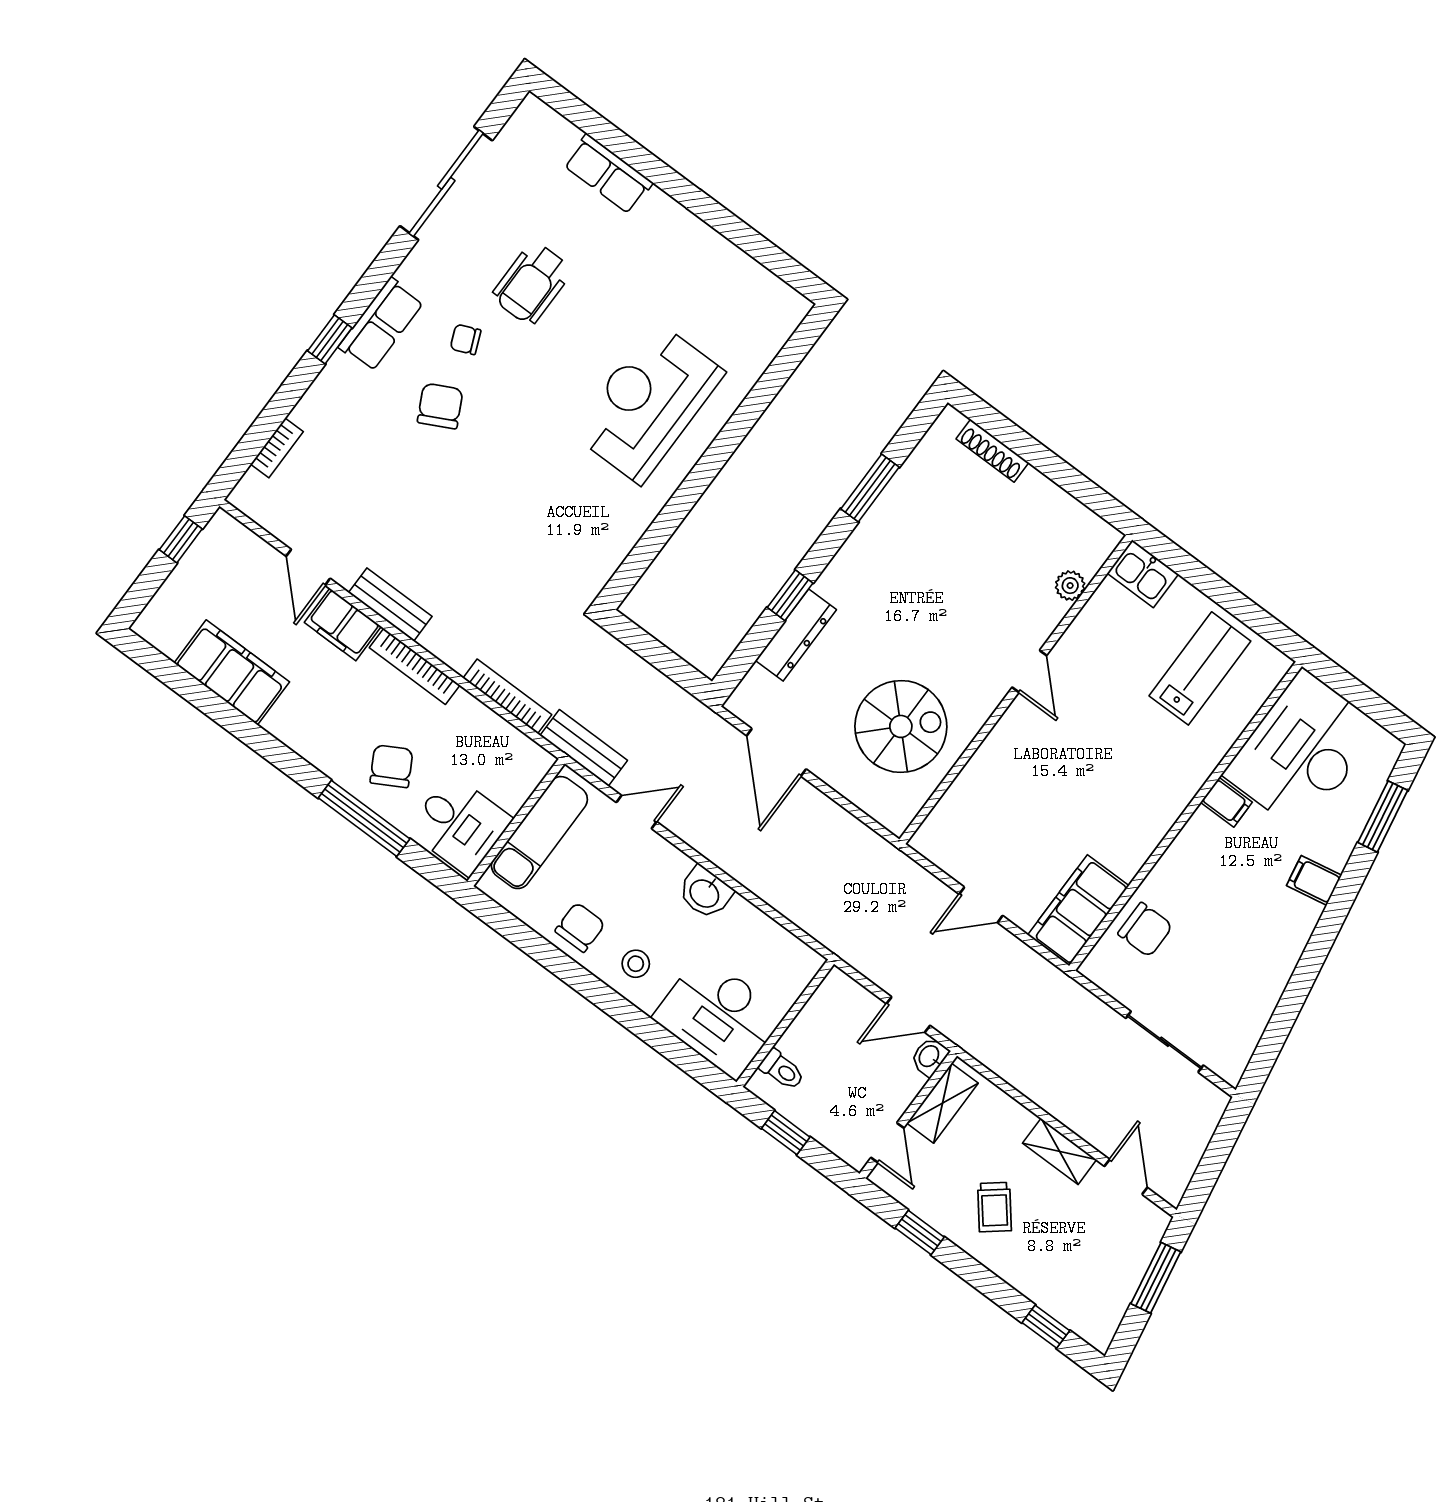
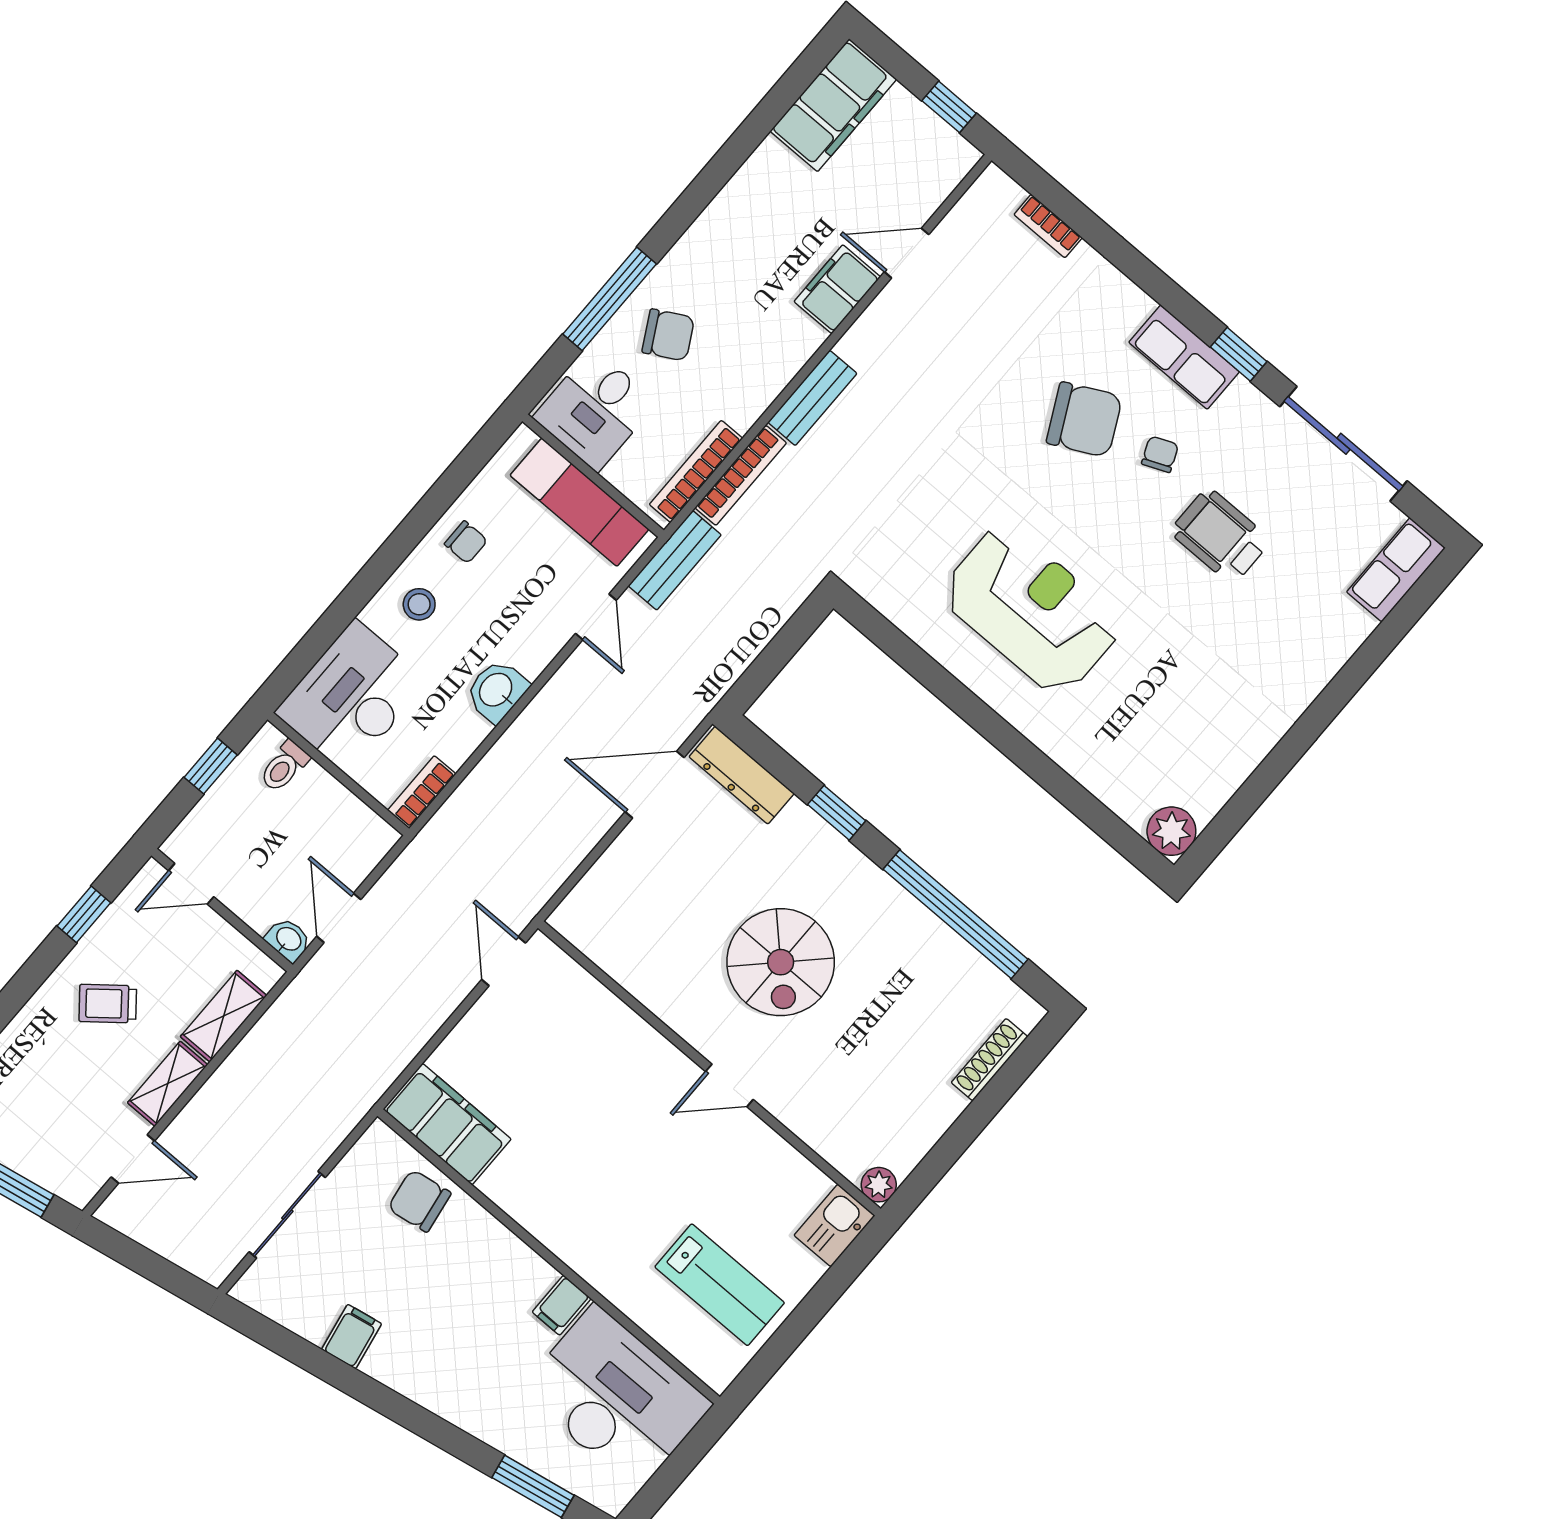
row of seats: (608, 174) -> (1396, 570), moved
plant: (787, 308) -> (1171, 831), added
window: (330, 339) -> (1239, 354), moved
reception desk: (648, 403) -> (1031, 610), moved
chair: (440, 406) -> (1084, 420), width x1.37, depth x1.37
window: (870, 488) -> (955, 914), width x2.11
plant: (1070, 586) -> (879, 1185), moved
bench: (390, 605) -> (812, 398), moved
dresser: (796, 635) -> (742, 775), moved
bookcase: (415, 666) -> (696, 471), moved
filing cabinet: (232, 672) -> (833, 105), moved
spiral stairs: (901, 726) -> (781, 962), moved
filing cabinet: (1314, 880) -> (352, 1336), moved
door: (981, 905) -> (504, 961), moved
chair: (580, 927) -> (466, 542), width x0.73, depth x0.73
chair: (1145, 930) -> (419, 1201), turned 81
bookcase: (796, 951) -> (422, 792), added
shelving: (942, 1103) -> (223, 1016), moved, turned 90

